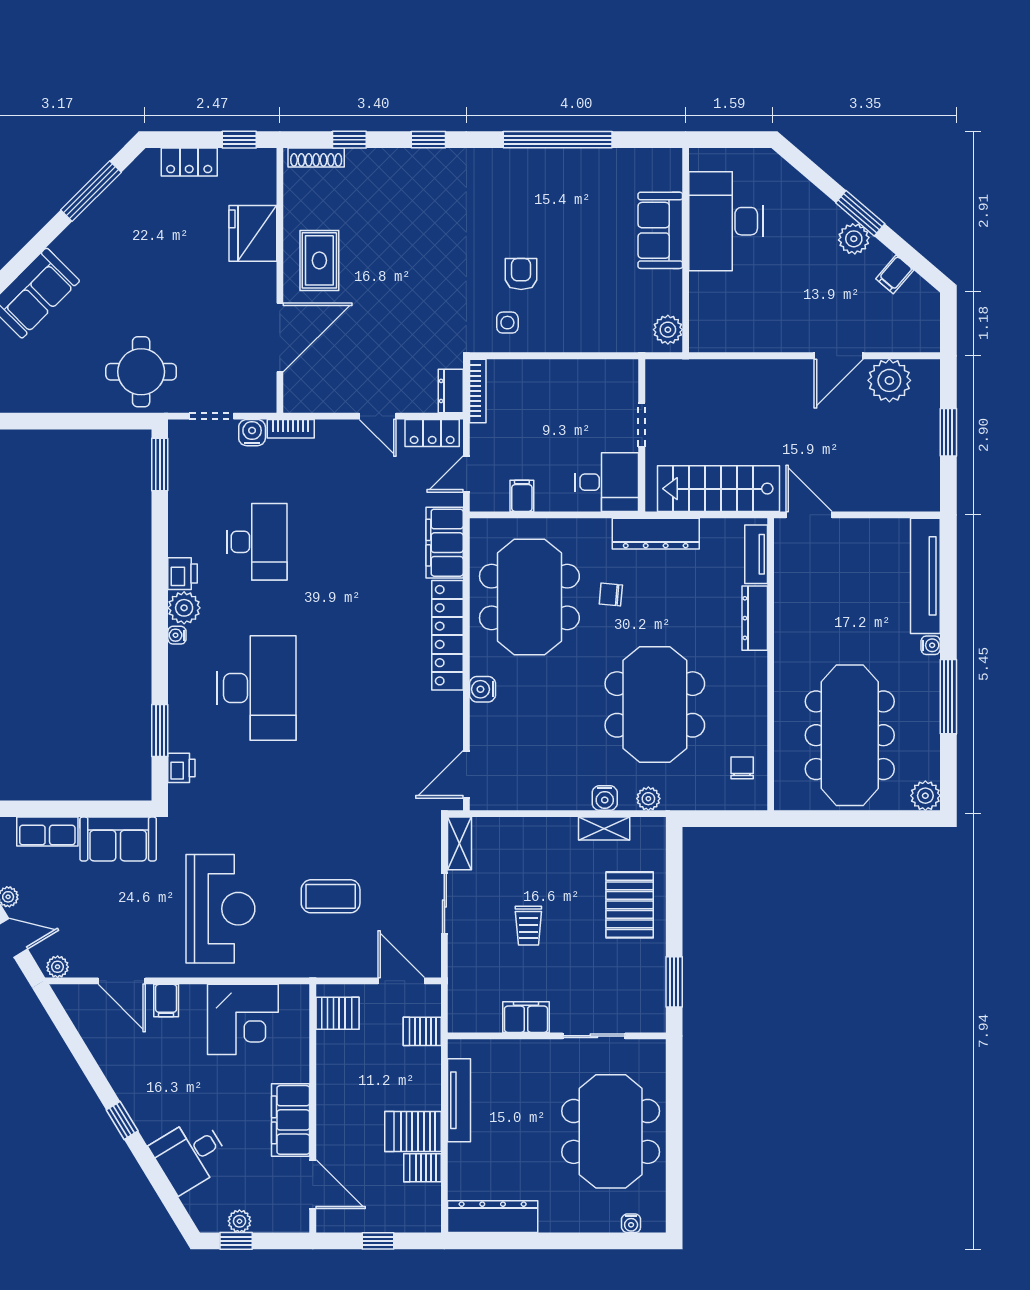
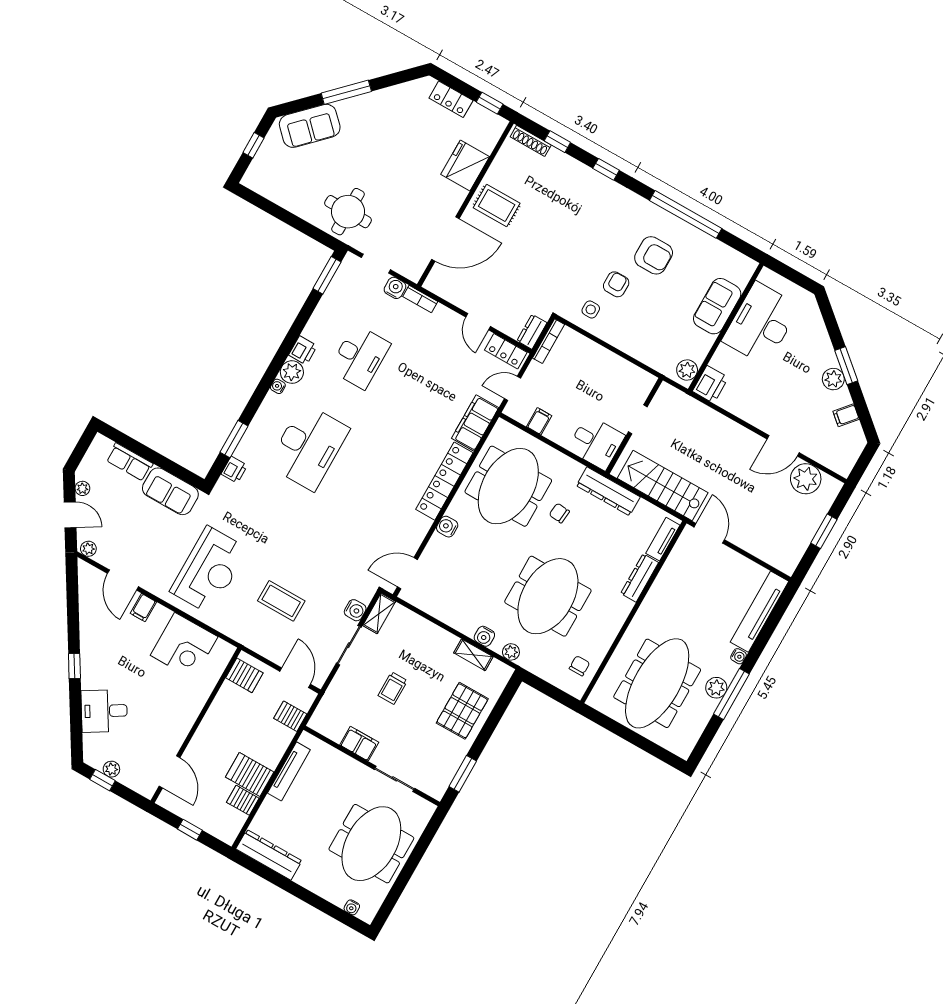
window: (91, 191) -> (346, 92), moved
armchair: (547, 212) -> (654, 255), added
rug: (319, 260) -> (497, 205), turned 90
printer: (707, 331) -> (710, 384), added
plant: (925, 796) -> (716, 688), moved
water cooler: (428, 856) -> (355, 610), added
filing cabinet: (291, 1120) -> (178, 725), removed

